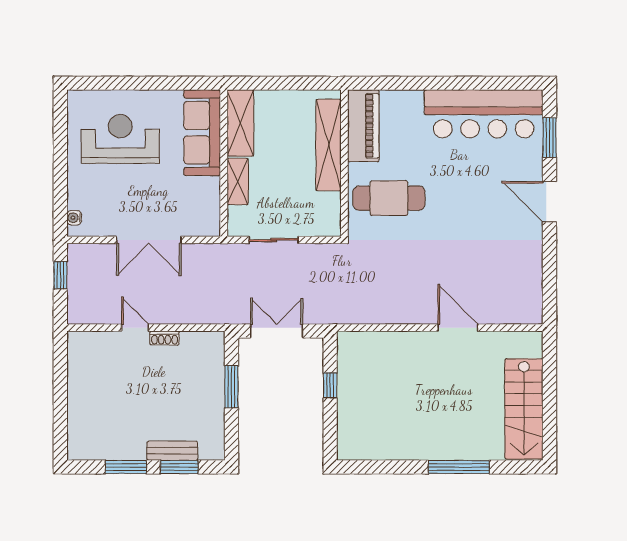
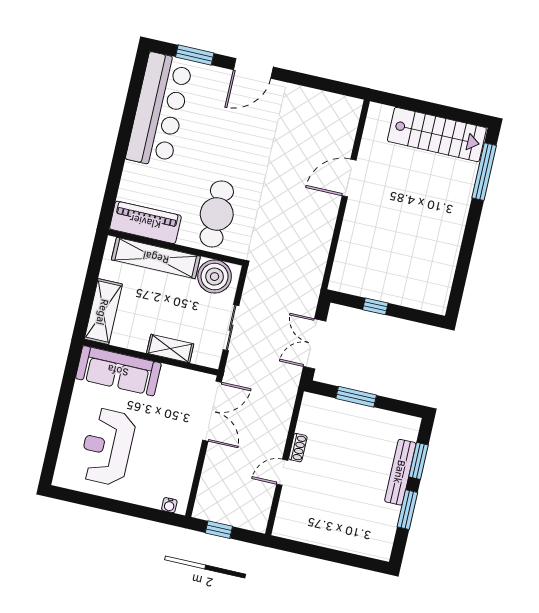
shelving: (240, 123) -> (103, 312), moved, turned 90
boiler: (323, 211) -> (215, 277), added
double door: (149, 240) -> (212, 411), moved
bench: (172, 451) -> (400, 472), width x1.36
window: (459, 467) -> (484, 172), moved

